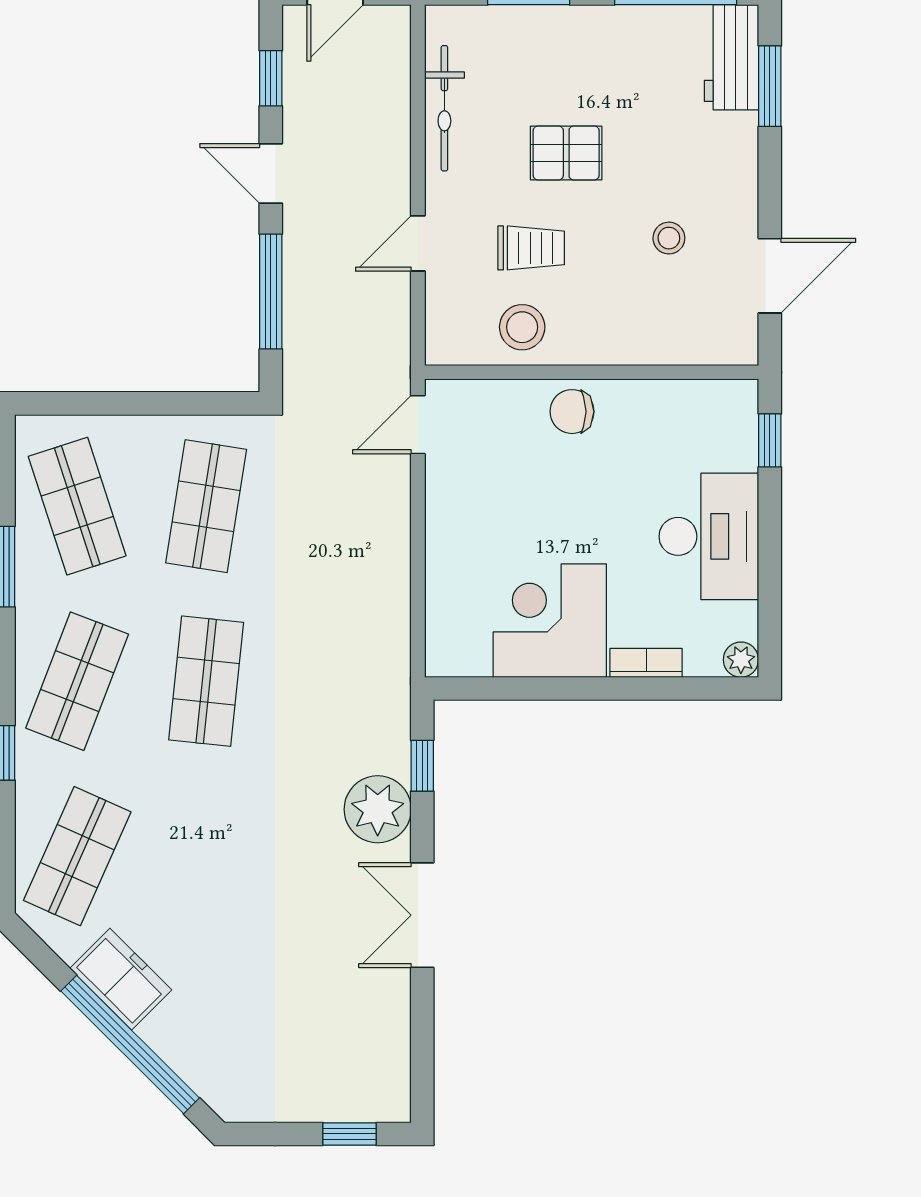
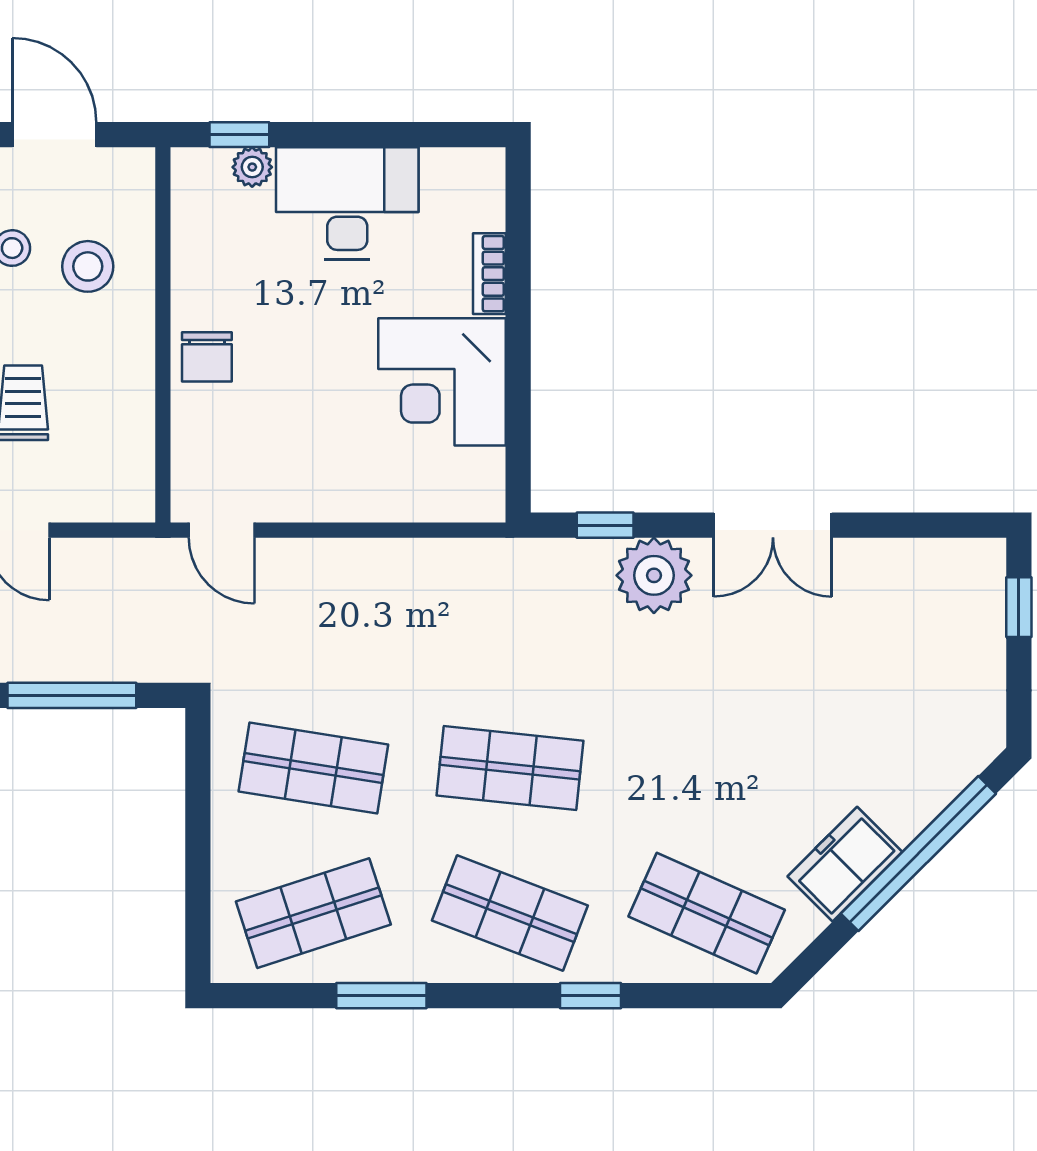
stool: (522, 327) -> (88, 266), moved
plant: (741, 660) -> (252, 167), moved

